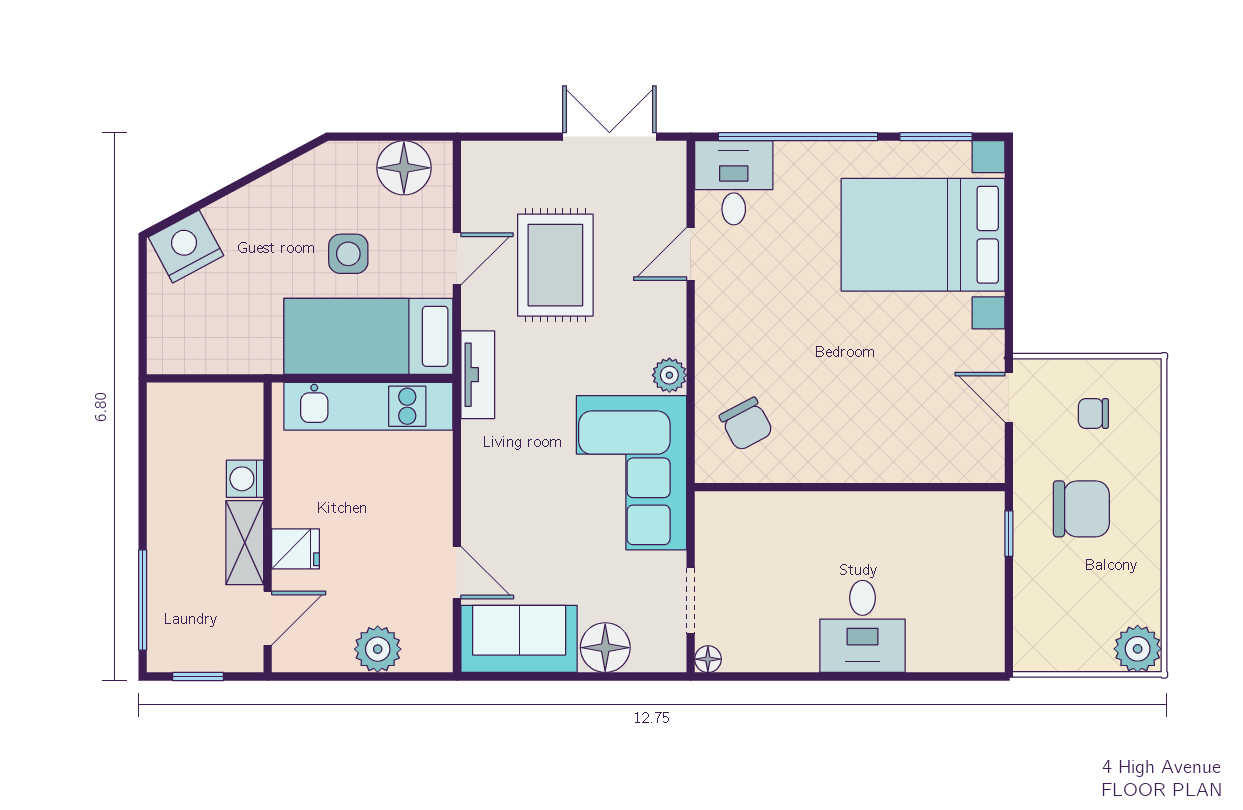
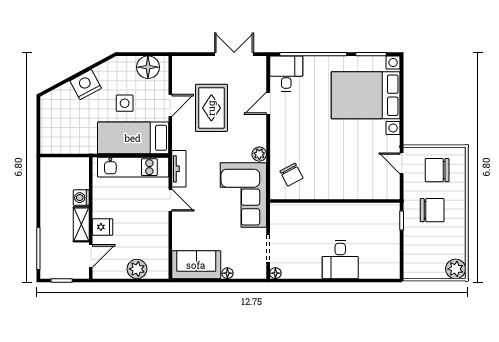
nightstand: (186, 246) -> (86, 85), moved
tv unit: (478, 375) -> (179, 169), moved
chair: (1093, 413) -> (437, 170), width x1.87, depth x1.87
door: (457, 573) -> (170, 200), moved
floor lamp: (605, 648) -> (227, 273), width x0.53, depth x0.53

